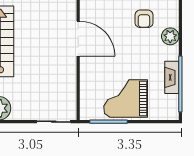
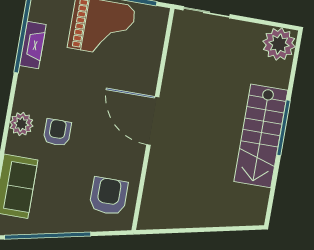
plant: (170, 36) -> (21, 124), moved

